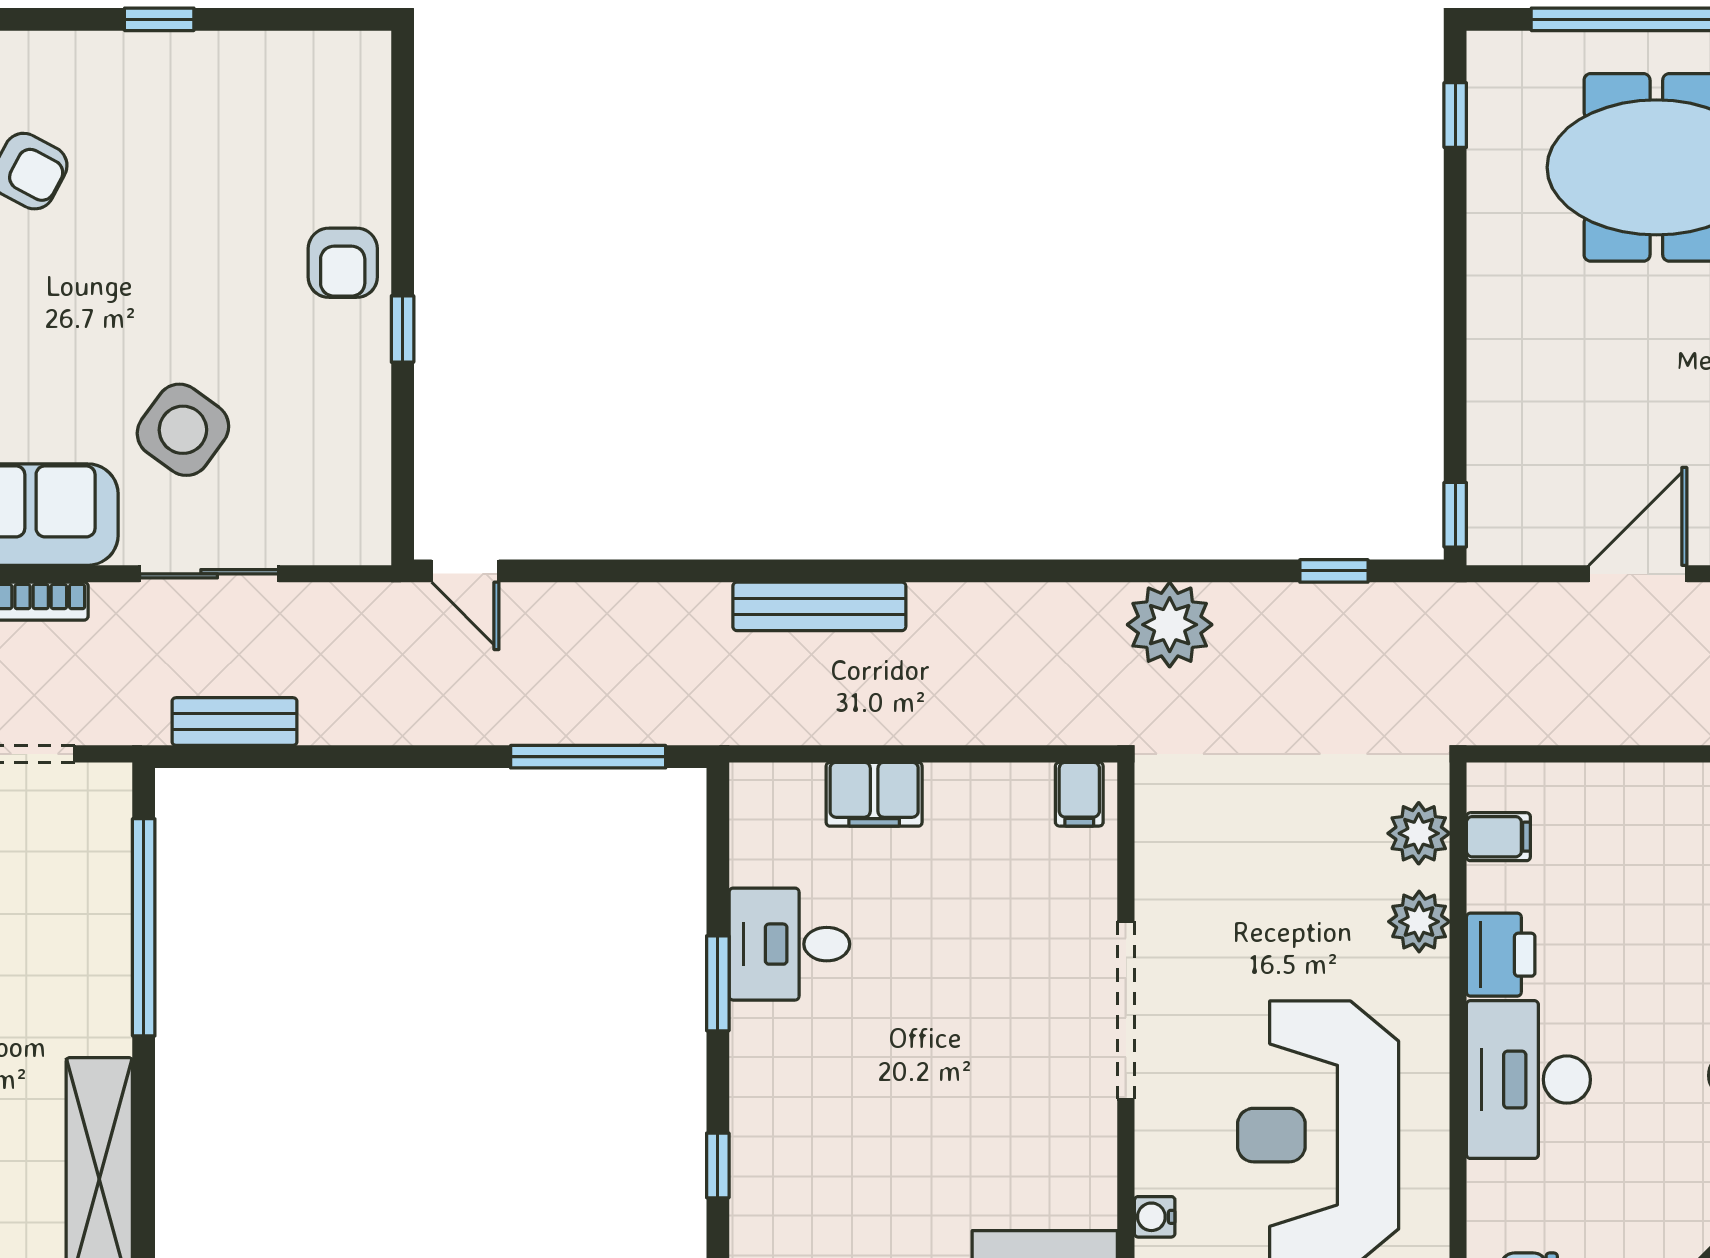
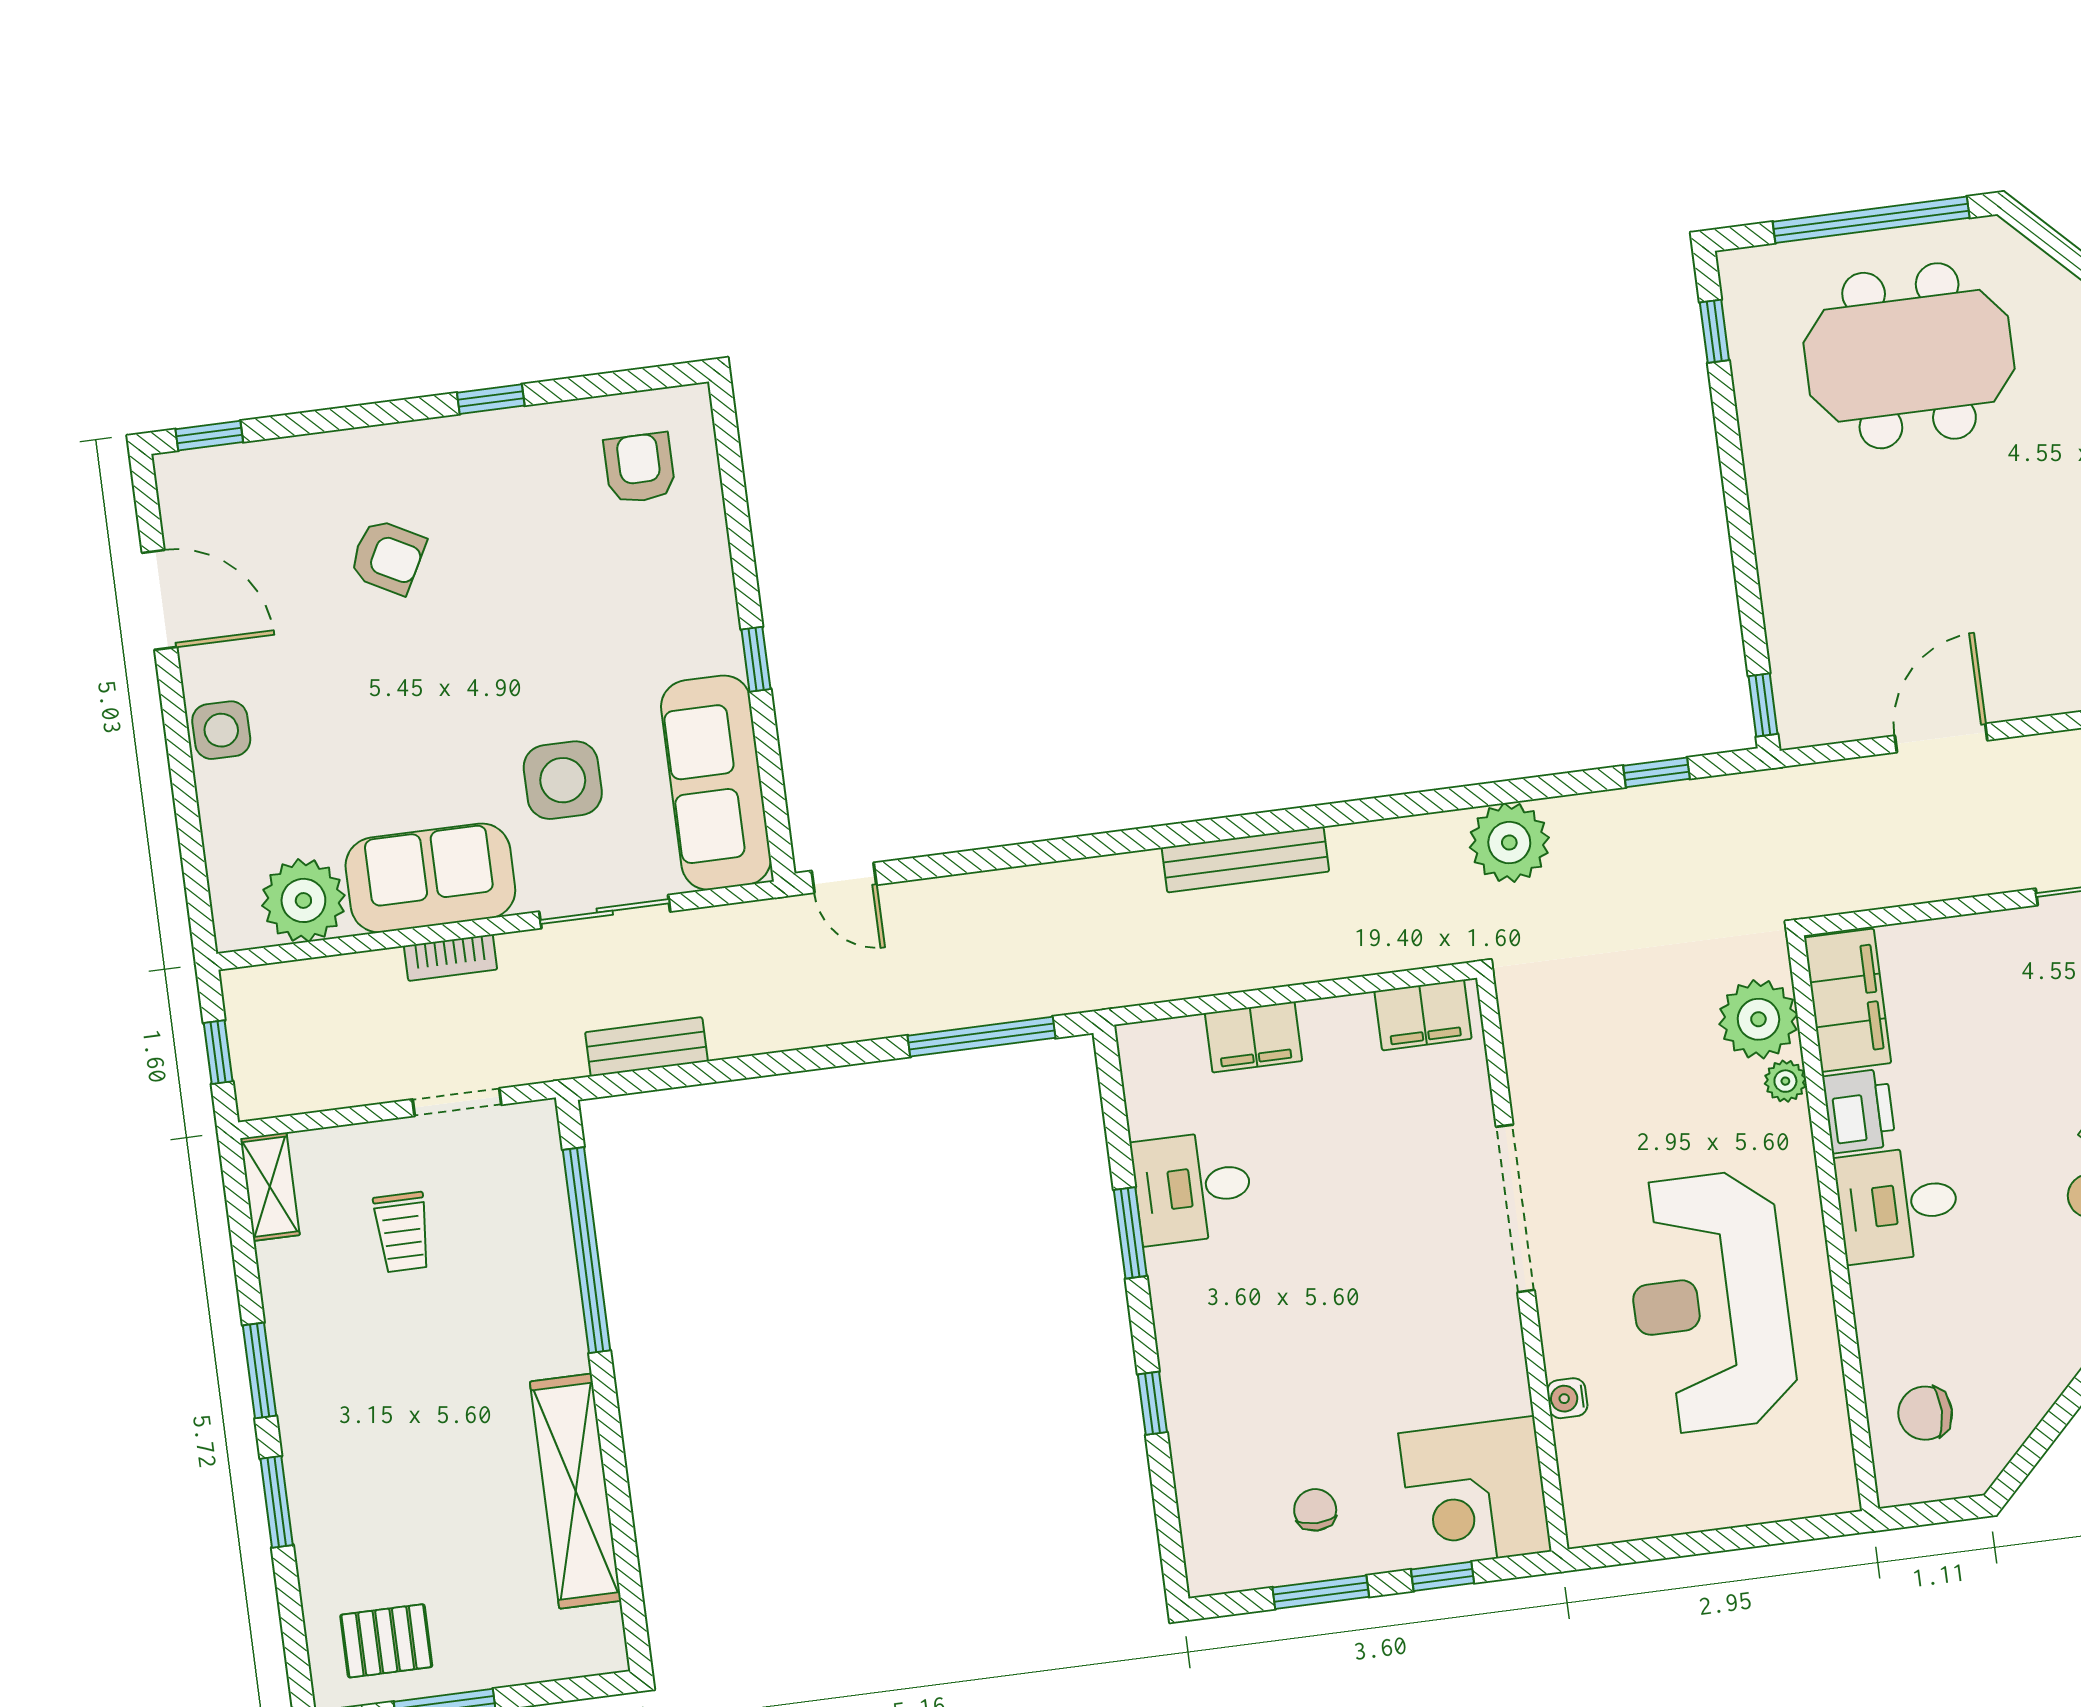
armchair: (343, 263) -> (640, 468), moved, turned 180
side table: (183, 430) -> (563, 780), turned -36
sofa: (344, 453) -> (716, 783), added
bench: (819, 606) -> (1245, 859), moved
filing cabinet: (1079, 794) -> (1423, 1015), width x2.00
plant: (1419, 833) -> (1758, 1019), width x1.36, depth x1.36
filing cabinet: (1498, 837) -> (1848, 1000), width x3.00, depth x1.17
plant: (1419, 922) -> (1785, 1081), width x0.73, depth x0.73
desk: (1528, 1080) -> (1898, 1204), width x0.73

